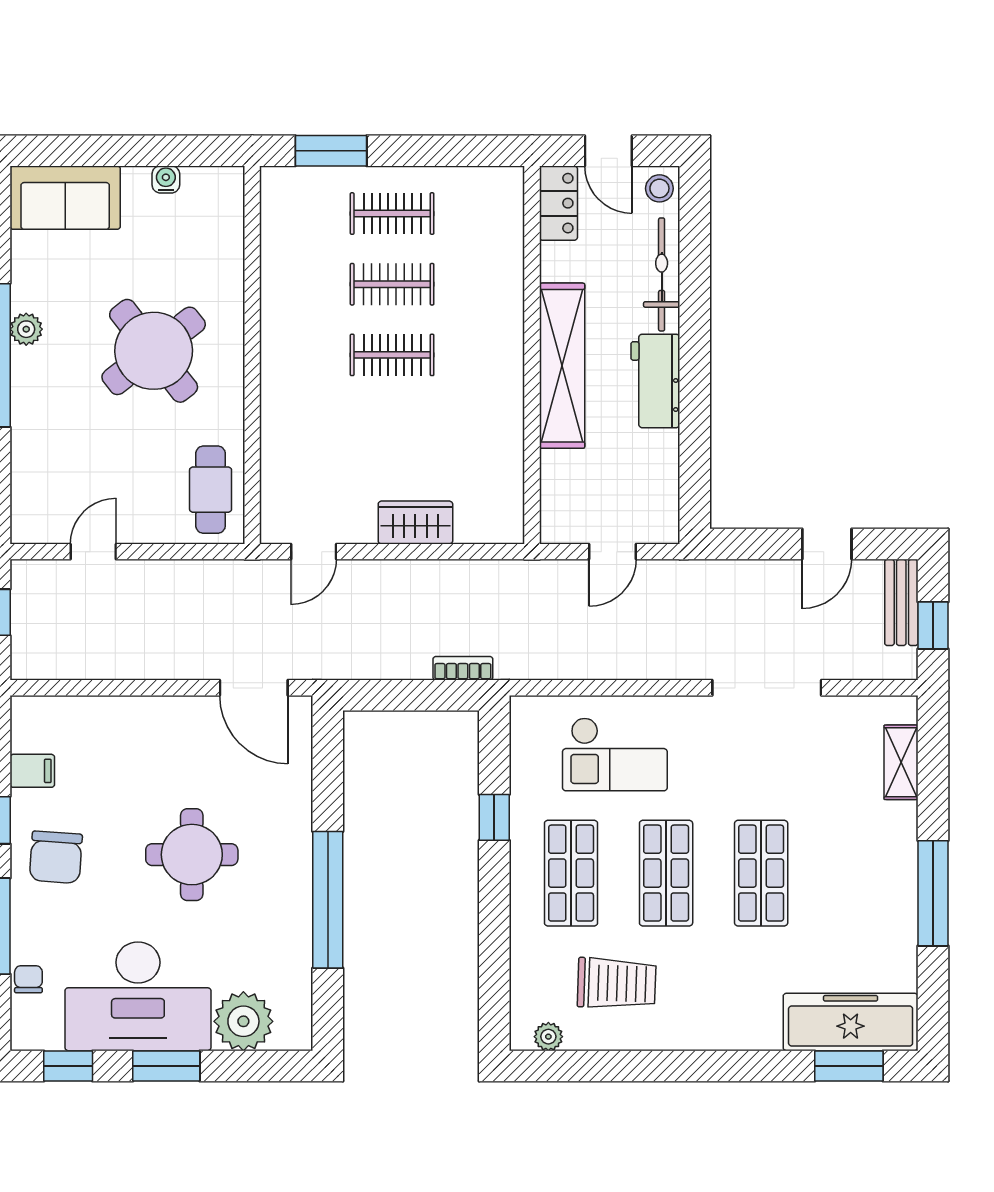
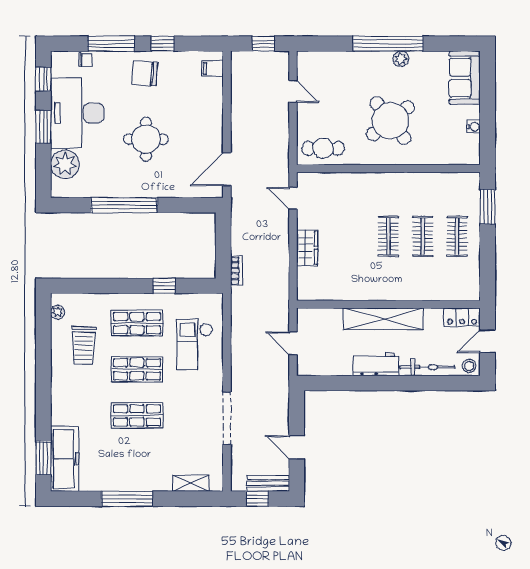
filing cabinet: (32, 771) -> (212, 69), moved, turned 90

